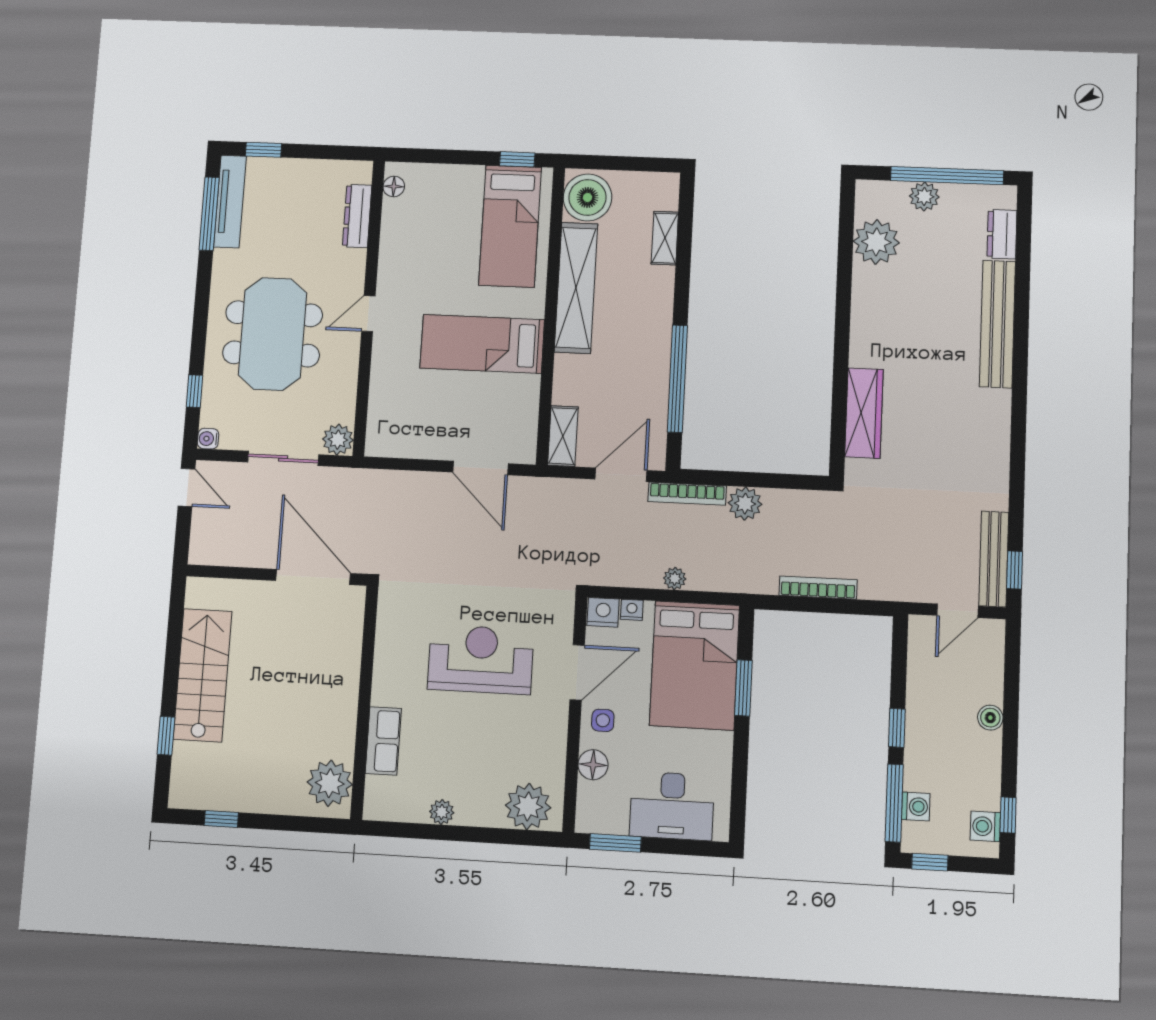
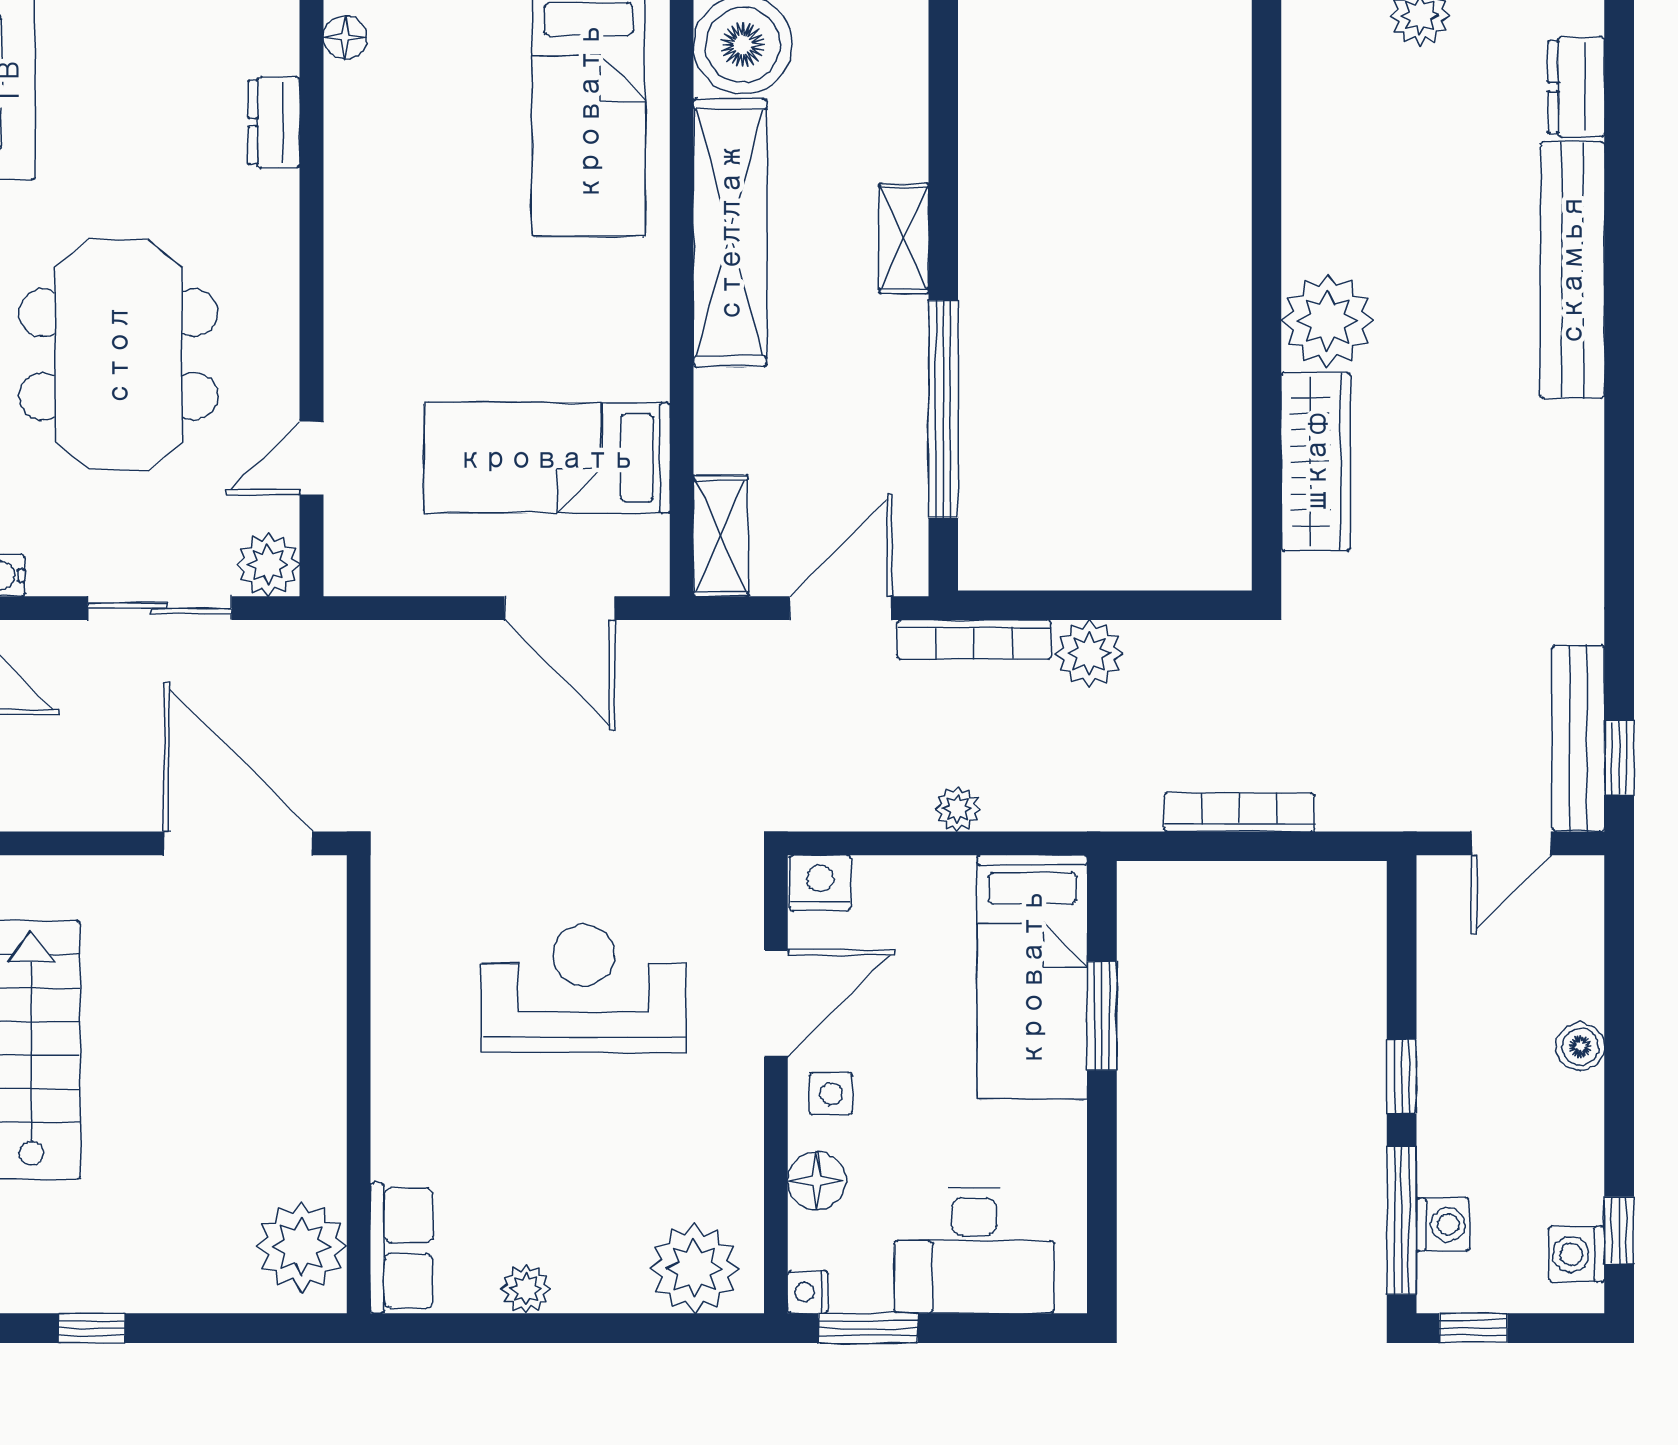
dresser: (357, 216) -> (274, 122), width x0.70
shelving: (665, 238) -> (904, 238), moved
plant: (876, 242) -> (1328, 321), moved
door: (368, 314) -> (311, 458), moved
bed: (482, 344) -> (547, 458), moved
nightstand: (632, 610) -> (808, 1292), moved, turned -90
bed: (695, 665) -> (1032, 977), width x0.67
row of seats: (383, 741) -> (402, 1248), moved

